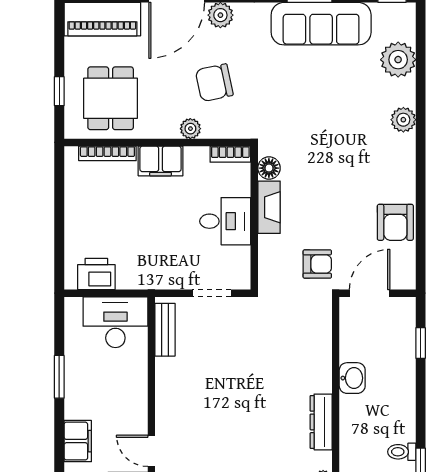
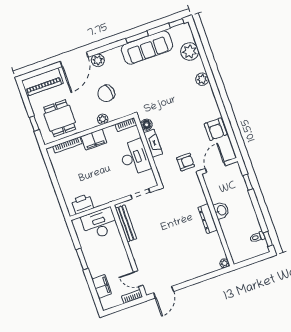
desk: (225, 221) -> (135, 157), width x1.37
bench: (165, 330) -> (126, 223), width x1.36
dresser: (321, 422) -> (208, 219), moved

